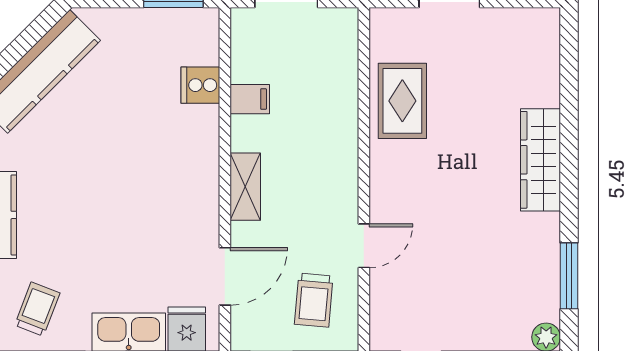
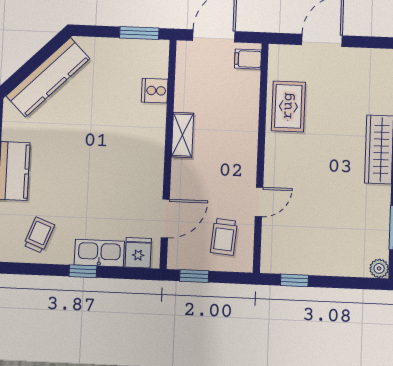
filing cabinet: (250, 99) -> (248, 59), moved, turned 180
shelving: (245, 187) -> (182, 135), moved

